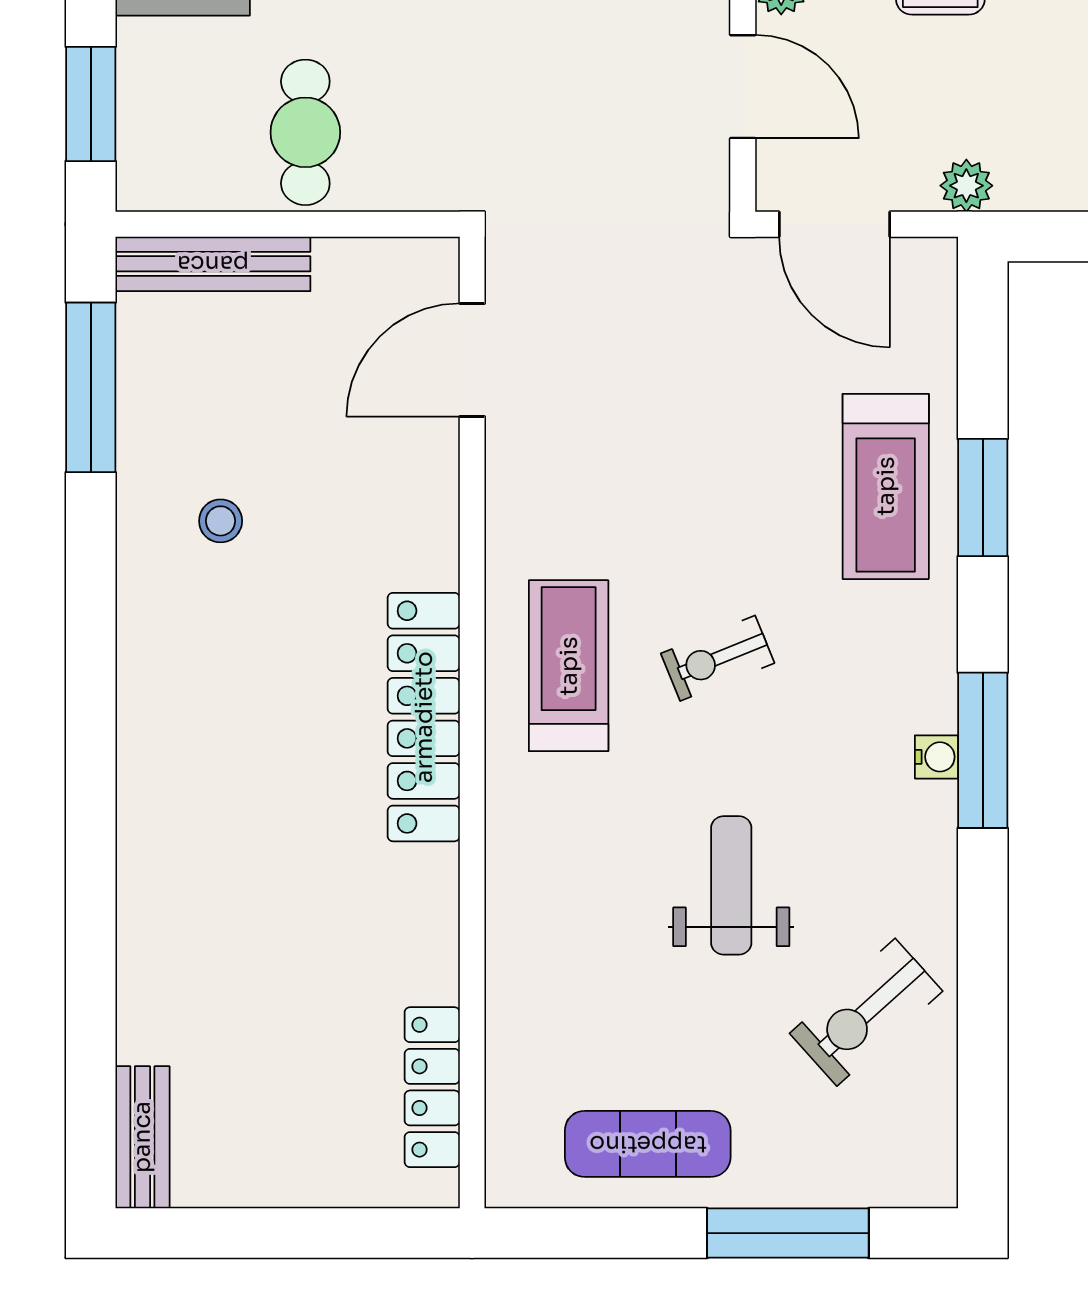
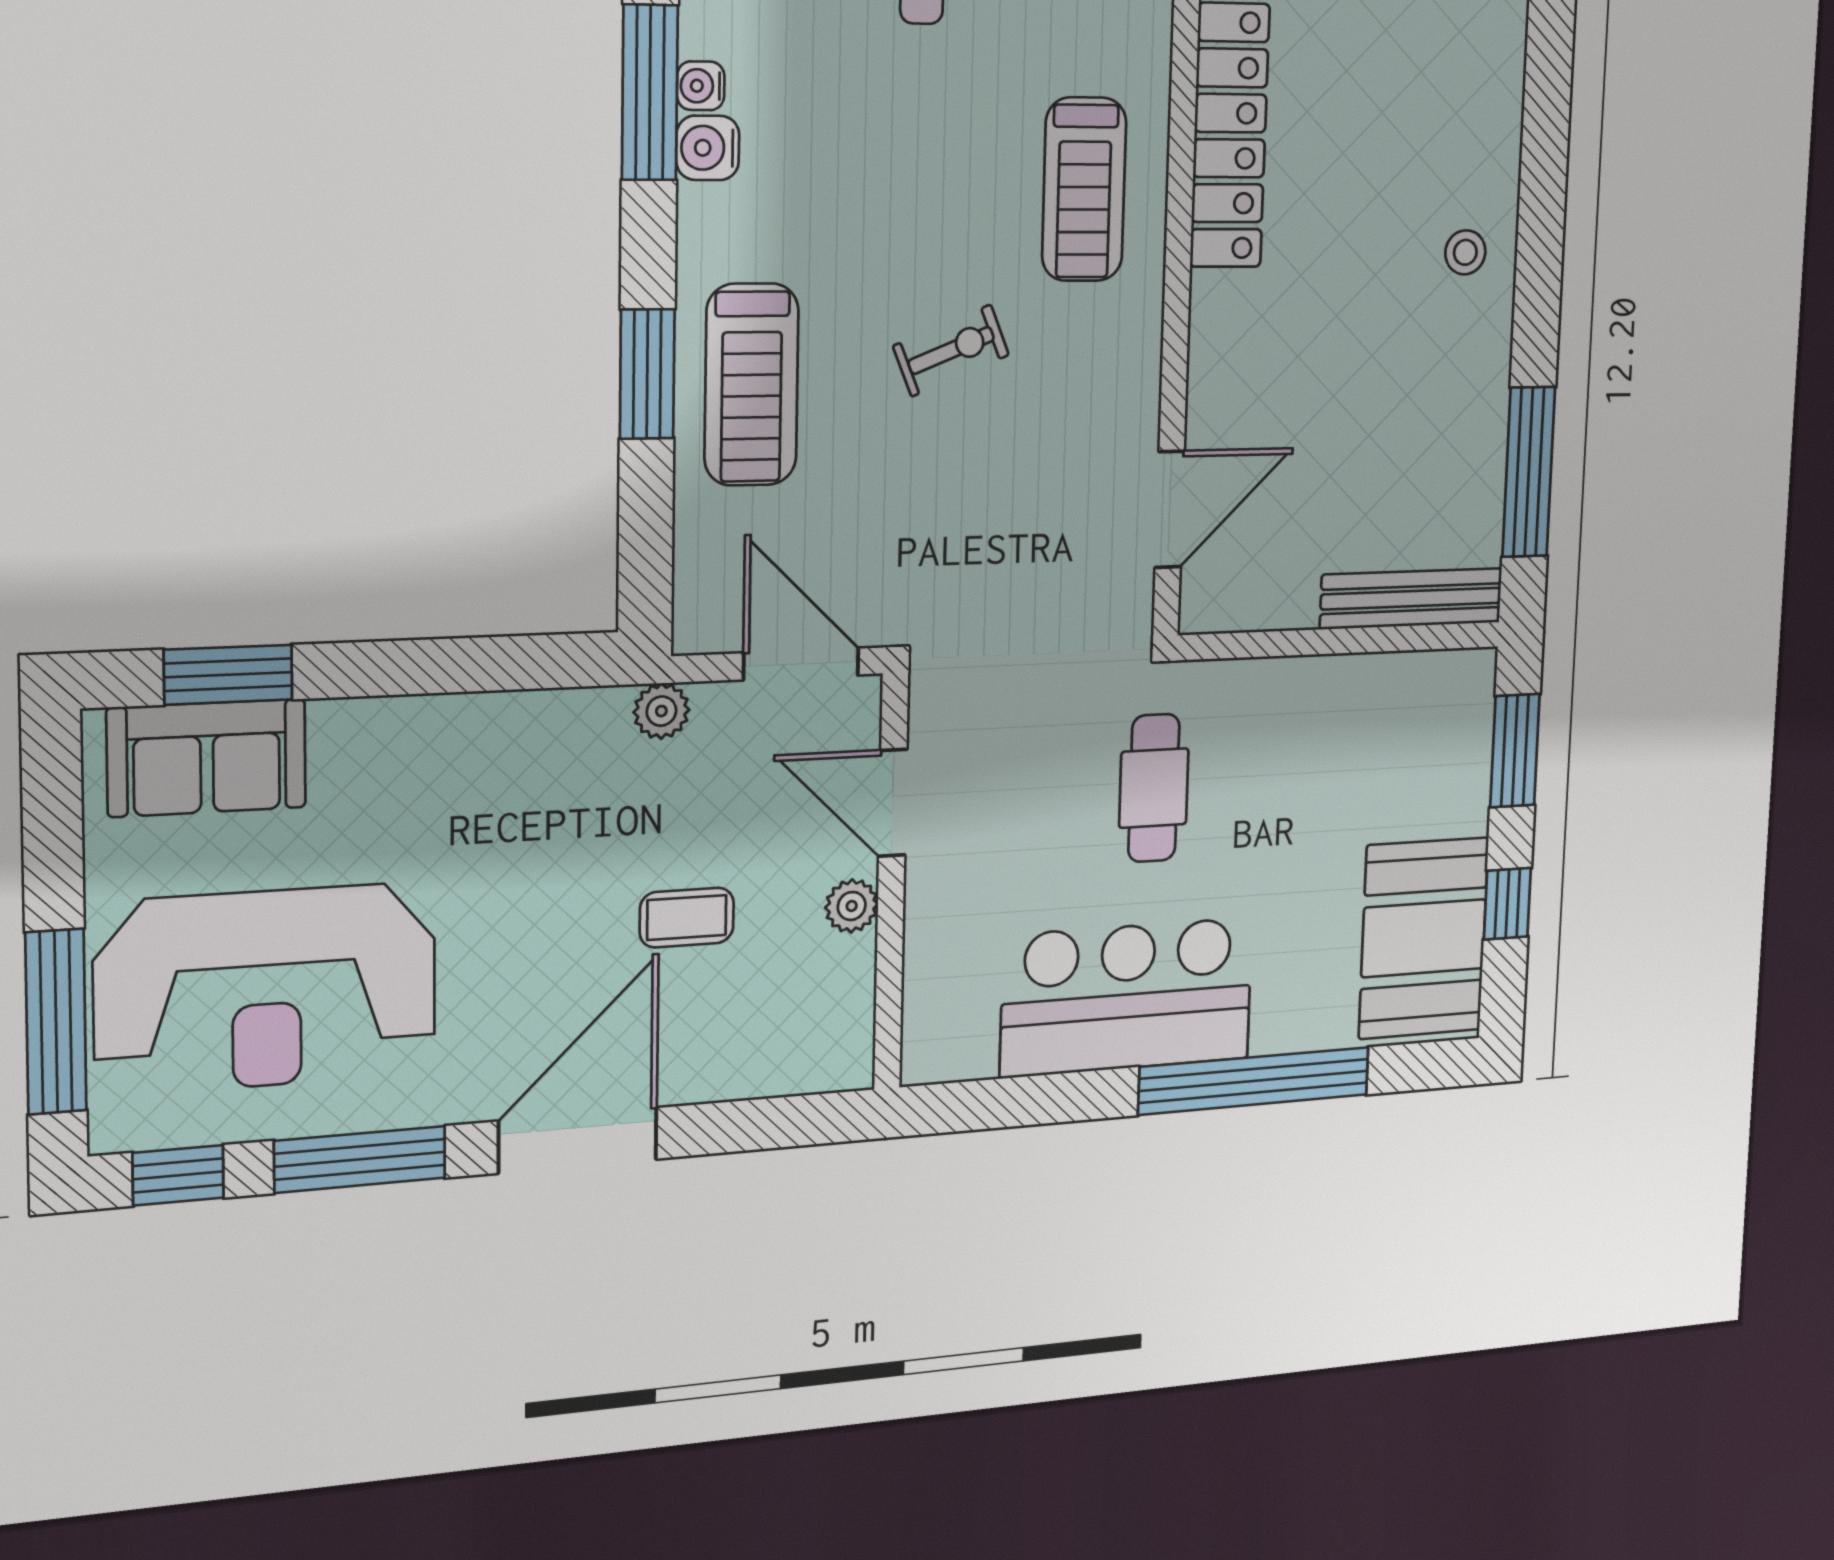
cafe table: (305, 132) -> (1154, 788), moved
treadmill: (886, 486) -> (751, 385), turned 180
stool: (221, 521) -> (1465, 252), moved
exercise bike: (718, 658) -> (951, 350), moved
water cooler: (929, 702) -> (708, 148), added

